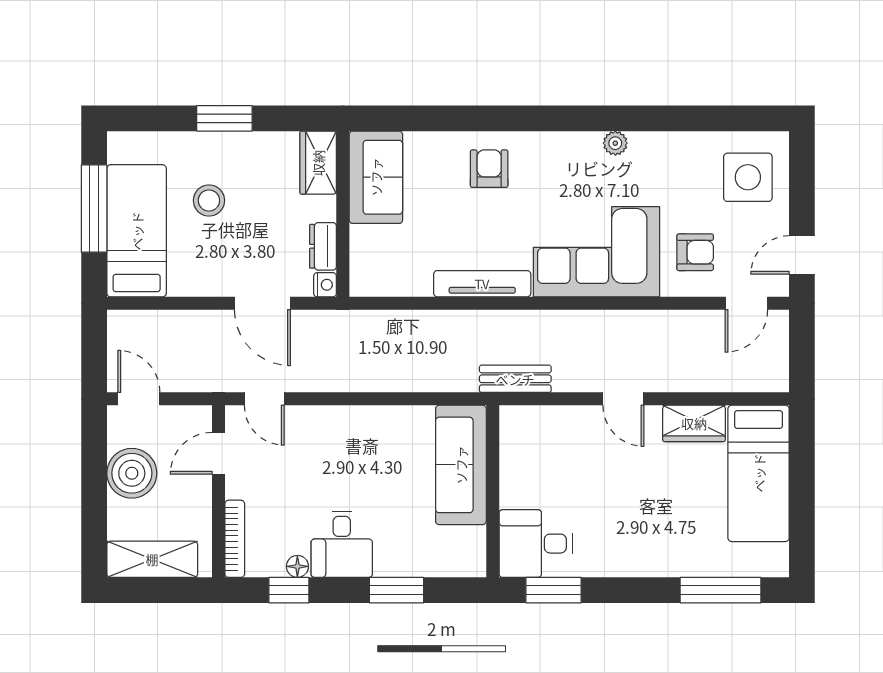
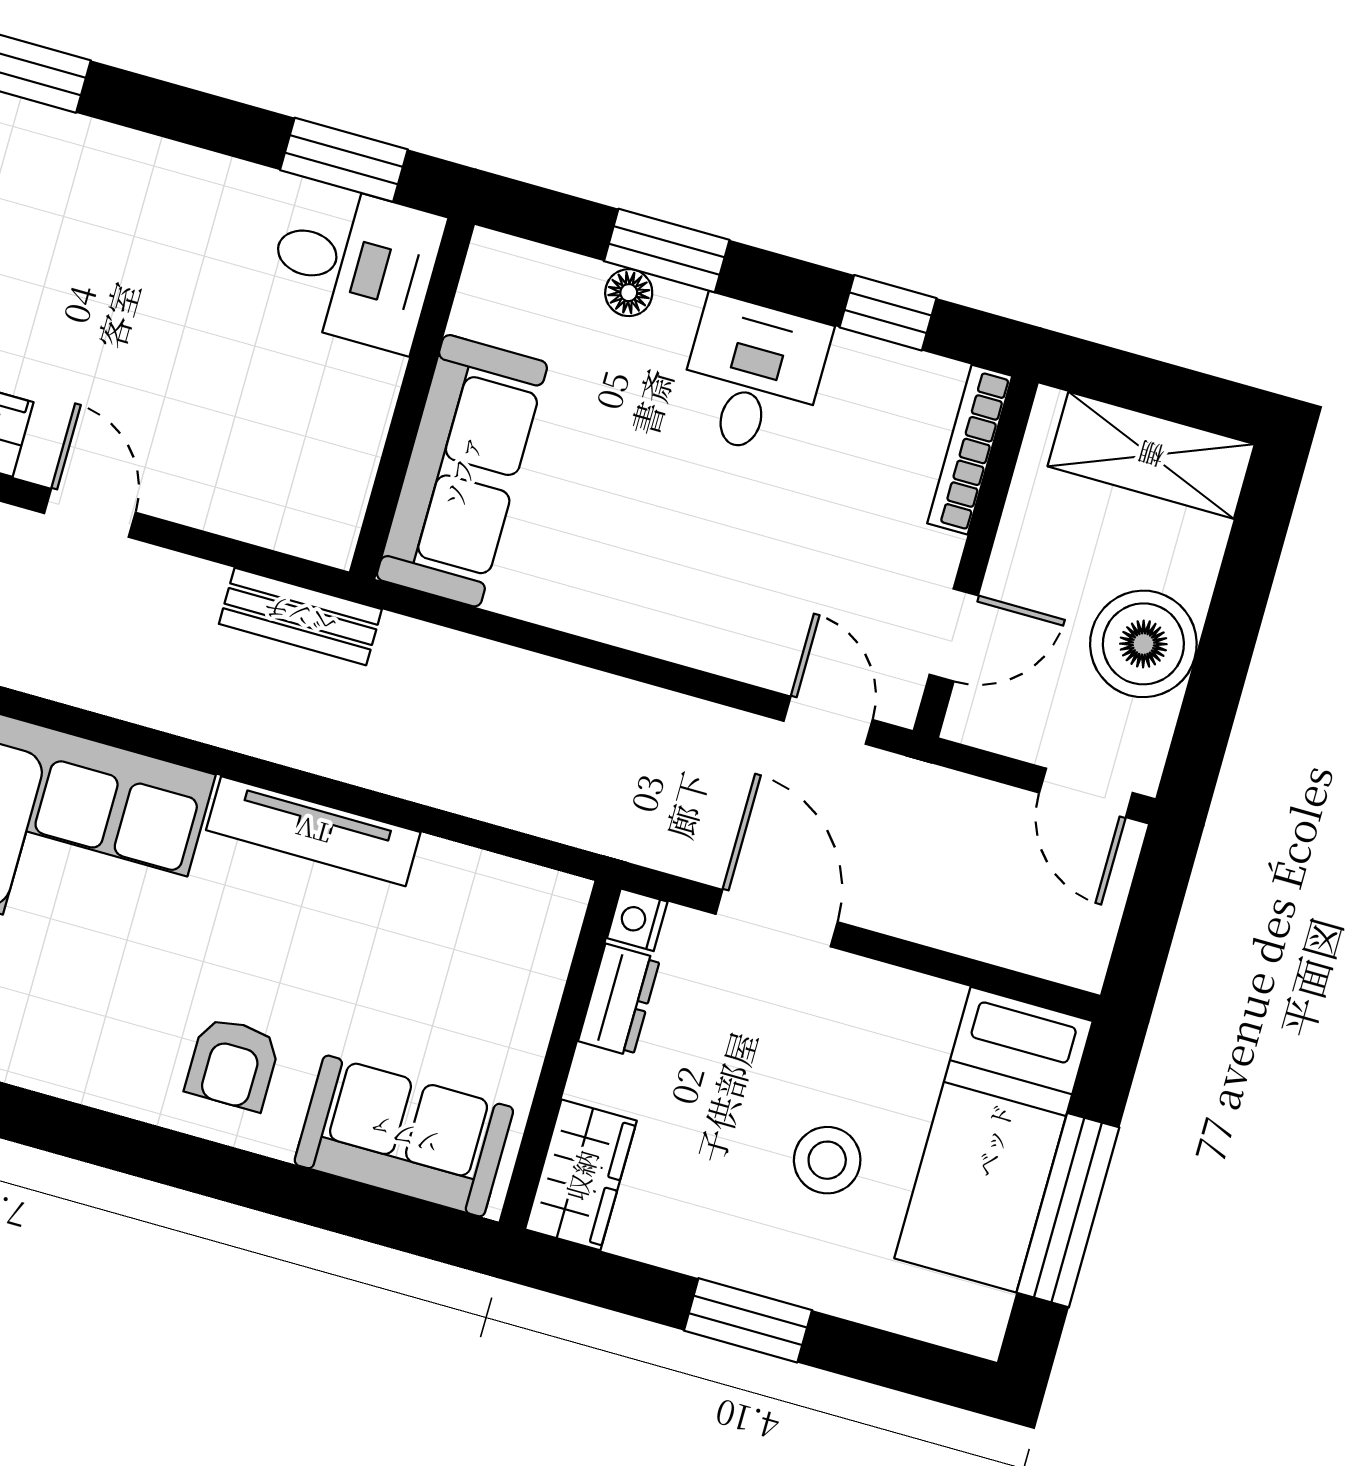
sofa: (376, 177) -> (404, 1136), moved, turned 90
floor lamp: (297, 566) -> (629, 293), moved

